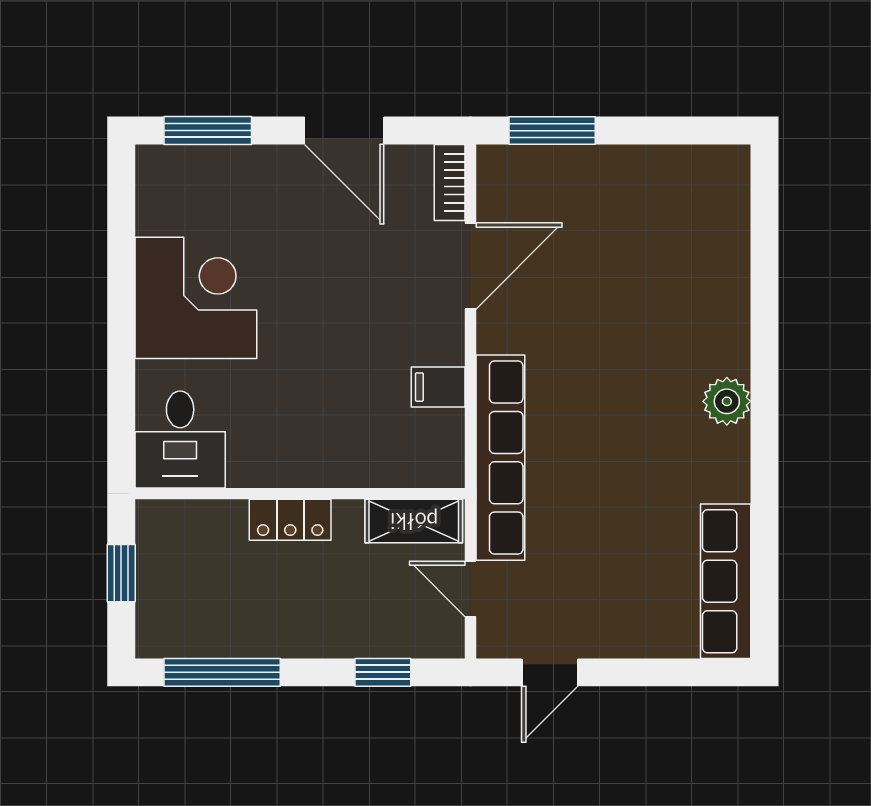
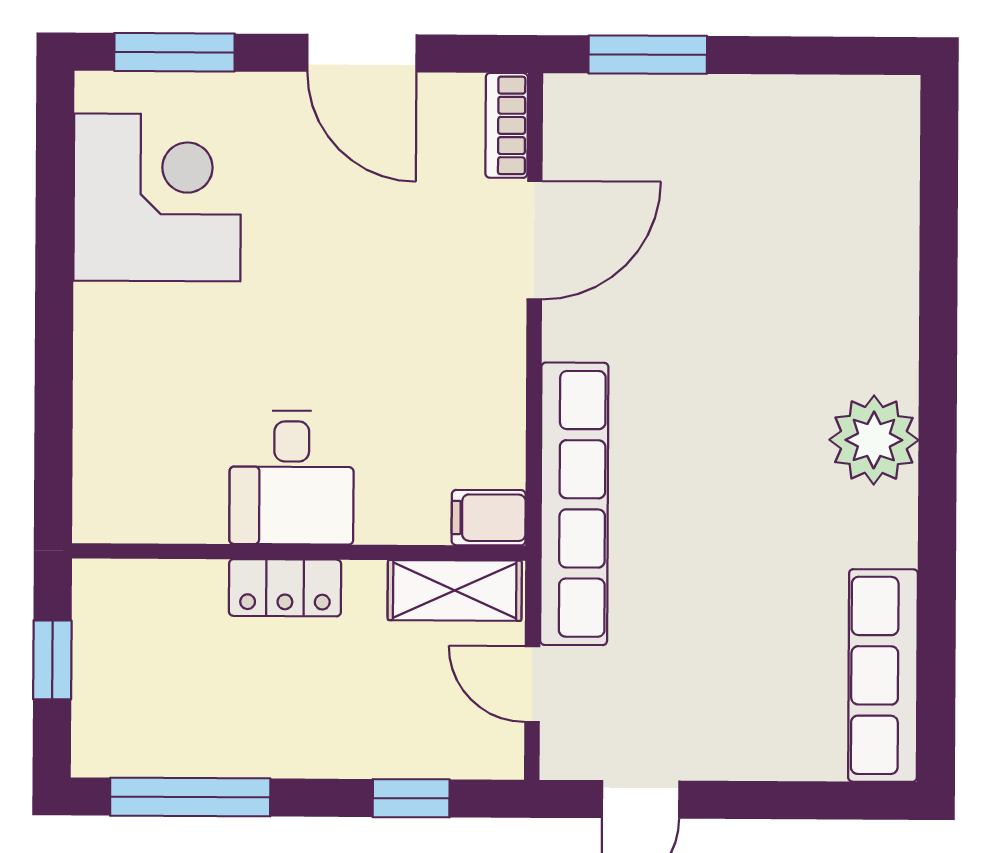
corner desk: (196, 298) -> (157, 197), moved
filing cabinet: (438, 387) -> (489, 518), moved
plant: (727, 401) -> (874, 440), width x1.36, depth x1.36
desk: (180, 440) -> (292, 478), moved

